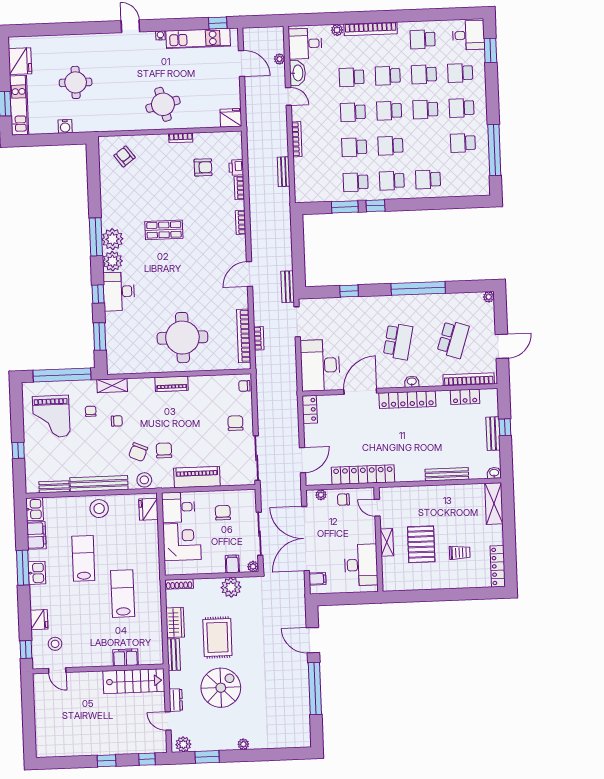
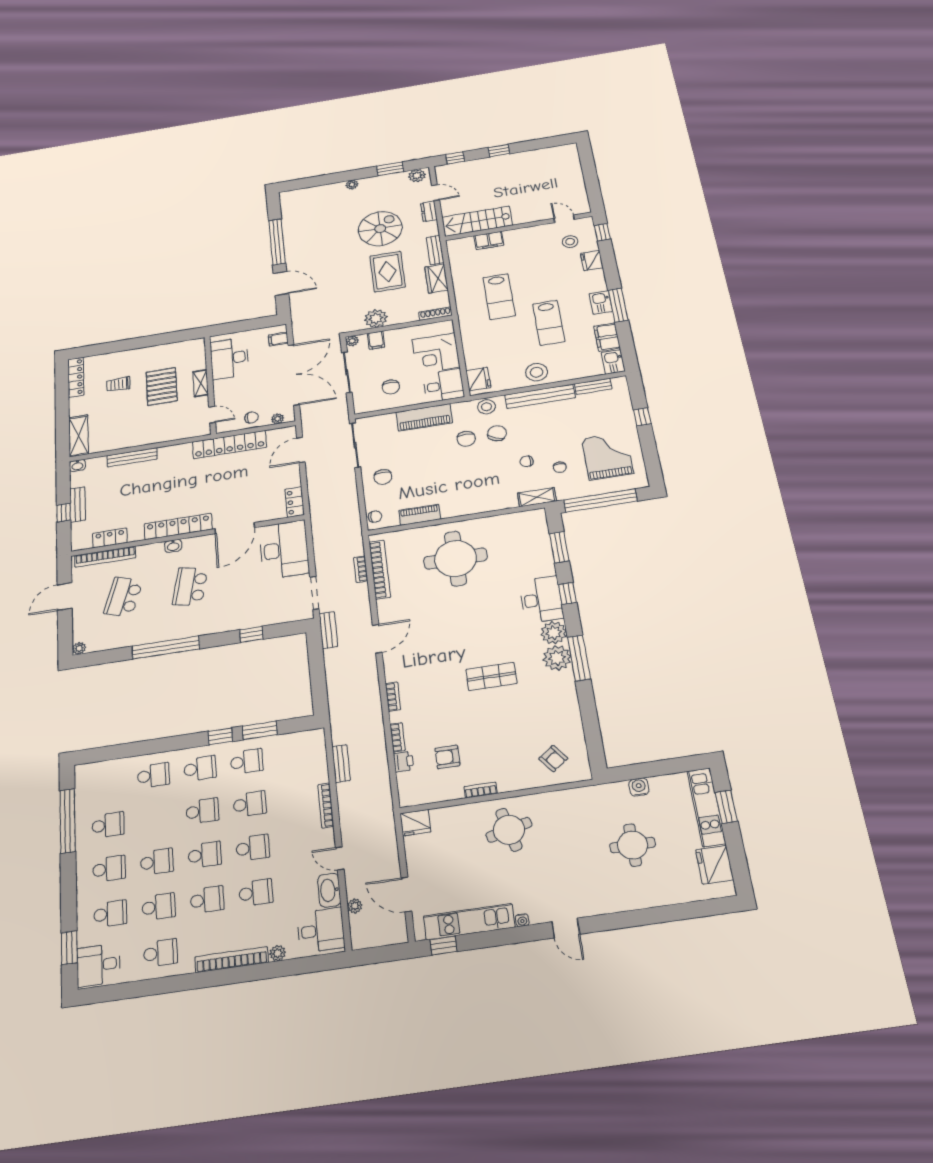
piano: (172, 384) -> (420, 515), moved
spiral stairs: (221, 688) -> (380, 229), turned 180

